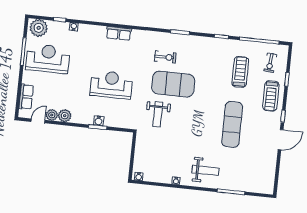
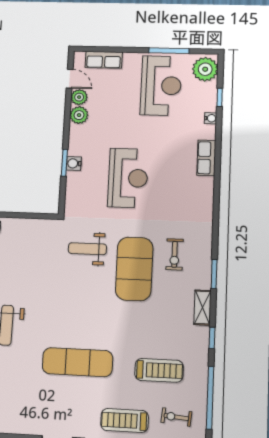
row of seats: (119, 33) -> (206, 158), moved
shelving: (201, 41) -> (202, 307), added

